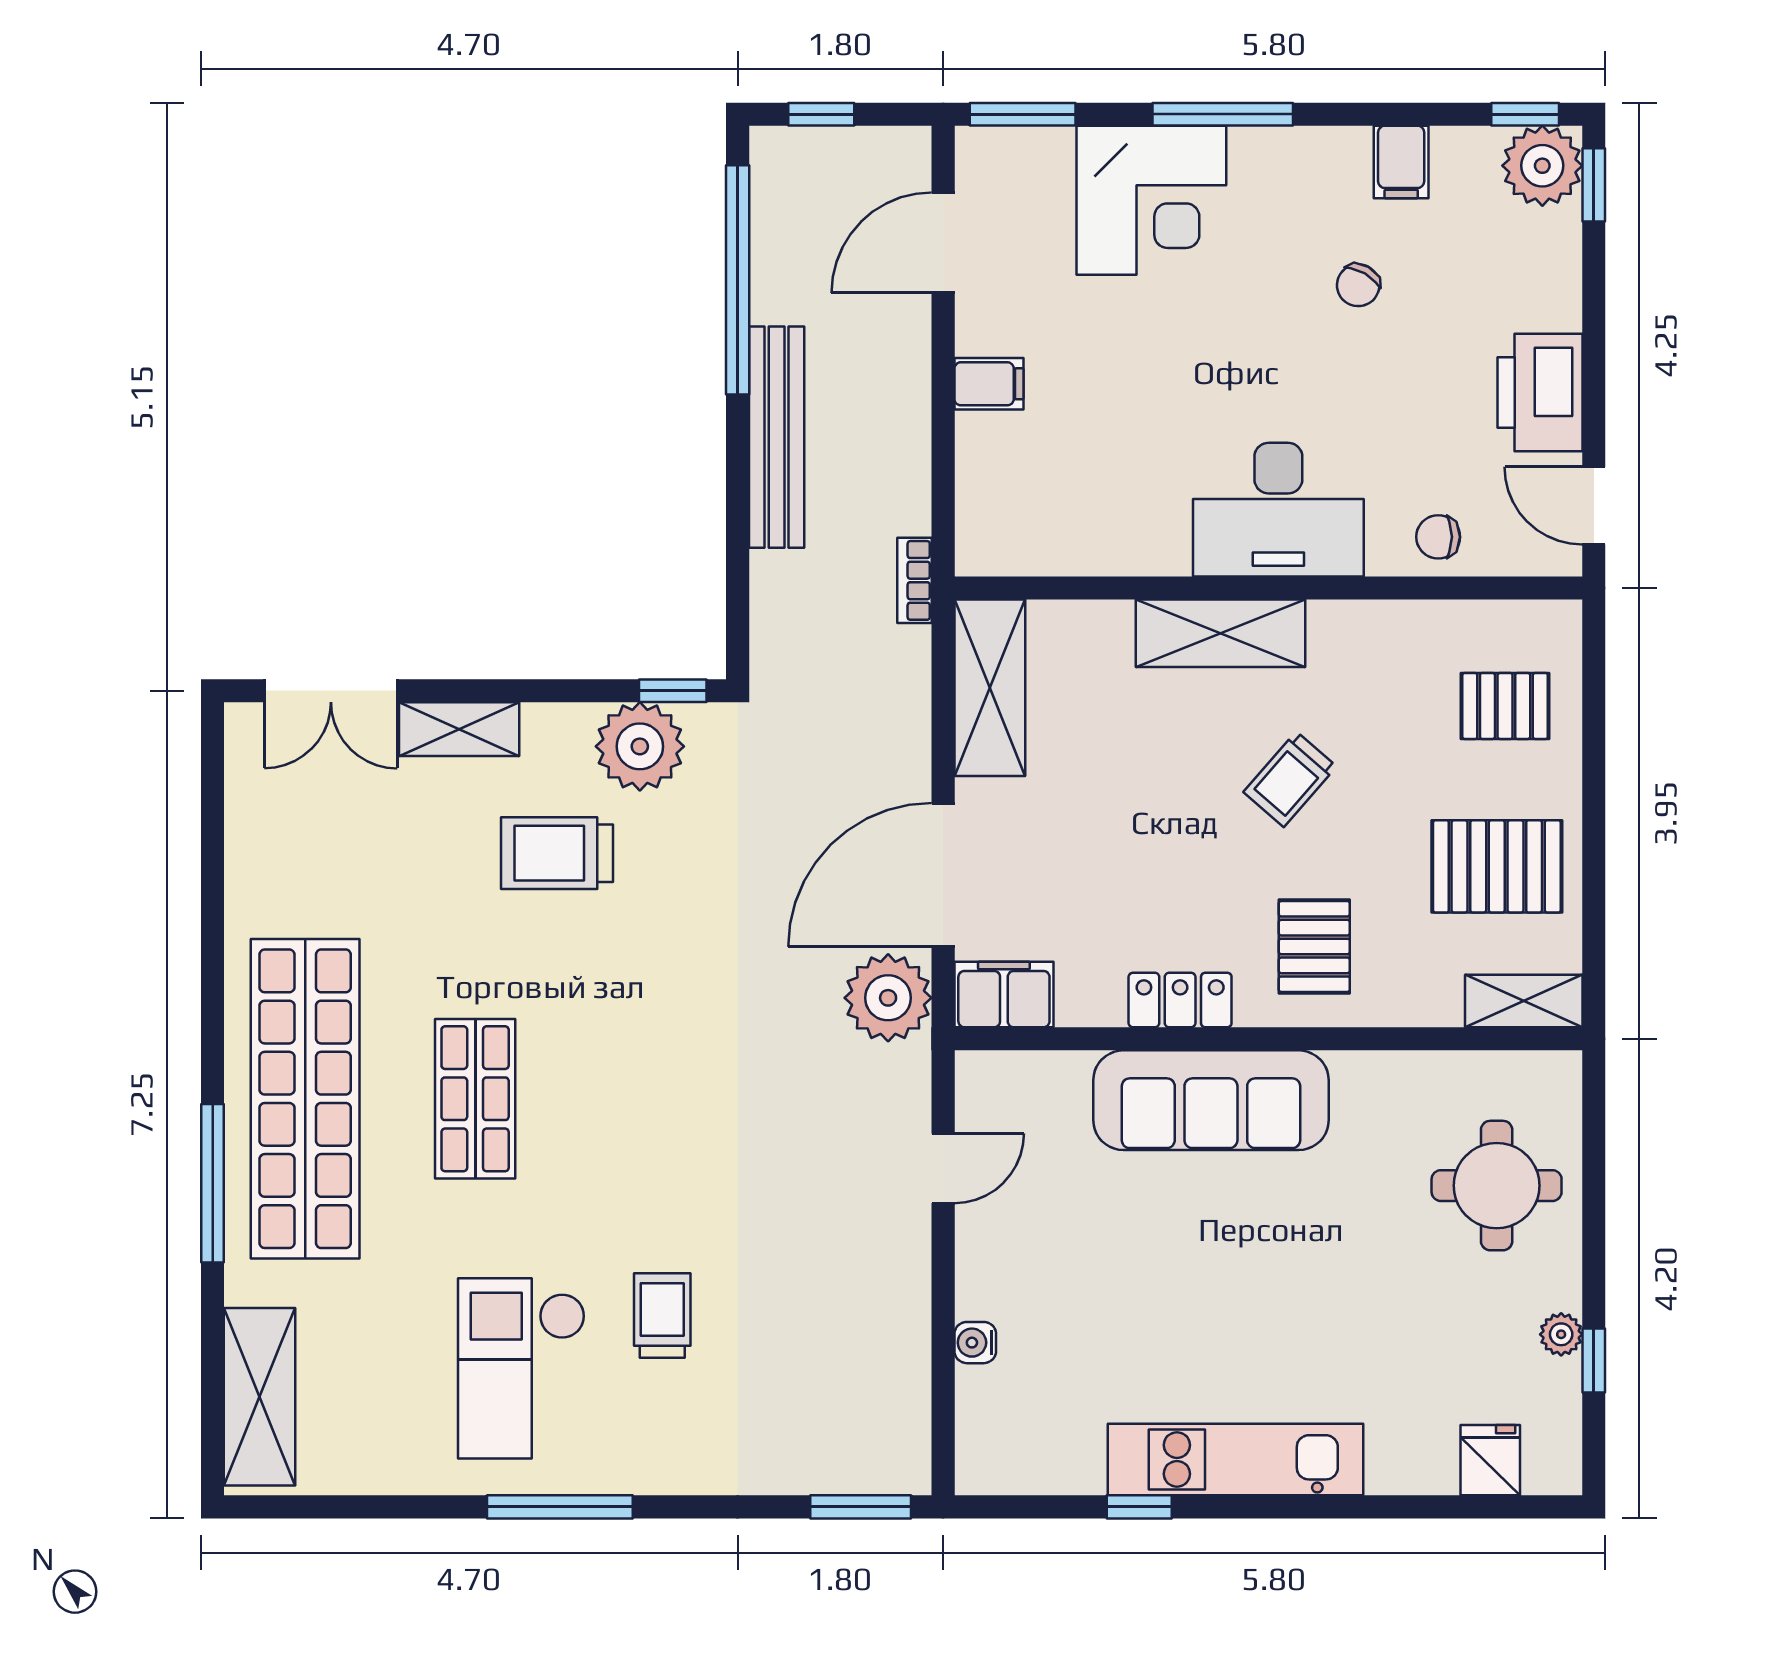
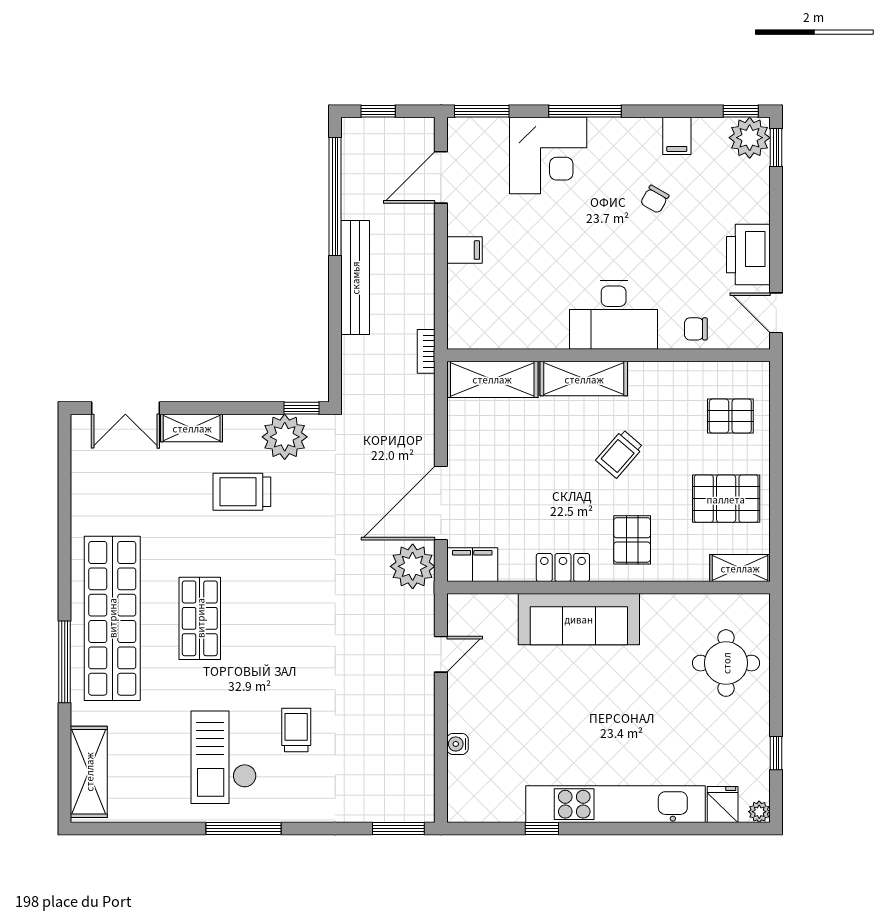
shelving: (990, 688) -> (492, 379), moved, turned 90
plant: (1561, 1334) -> (759, 812), moved
kitchen unit: (1236, 1459) -> (615, 804), width x1.36

